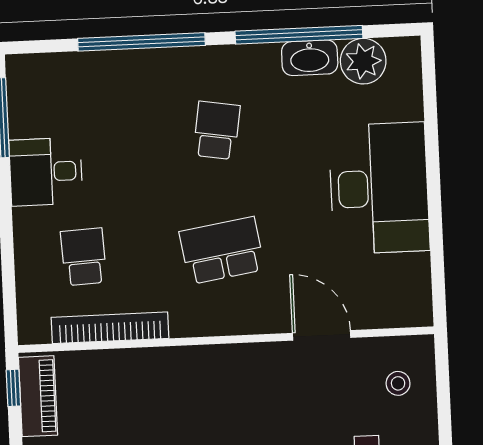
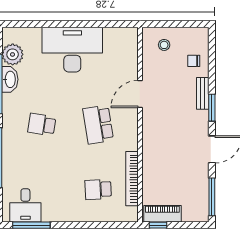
desk: (46, 172) -> (25, 205), moved
door: (322, 335) -> (140, 94), moved

